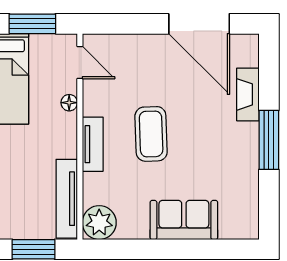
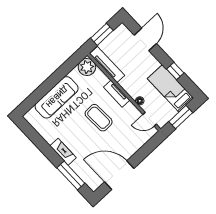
fireplace: (248, 94) -> (63, 152), moved
window: (269, 140) -> (71, 175), moved
sofa: (184, 220) -> (57, 97), width x1.36

